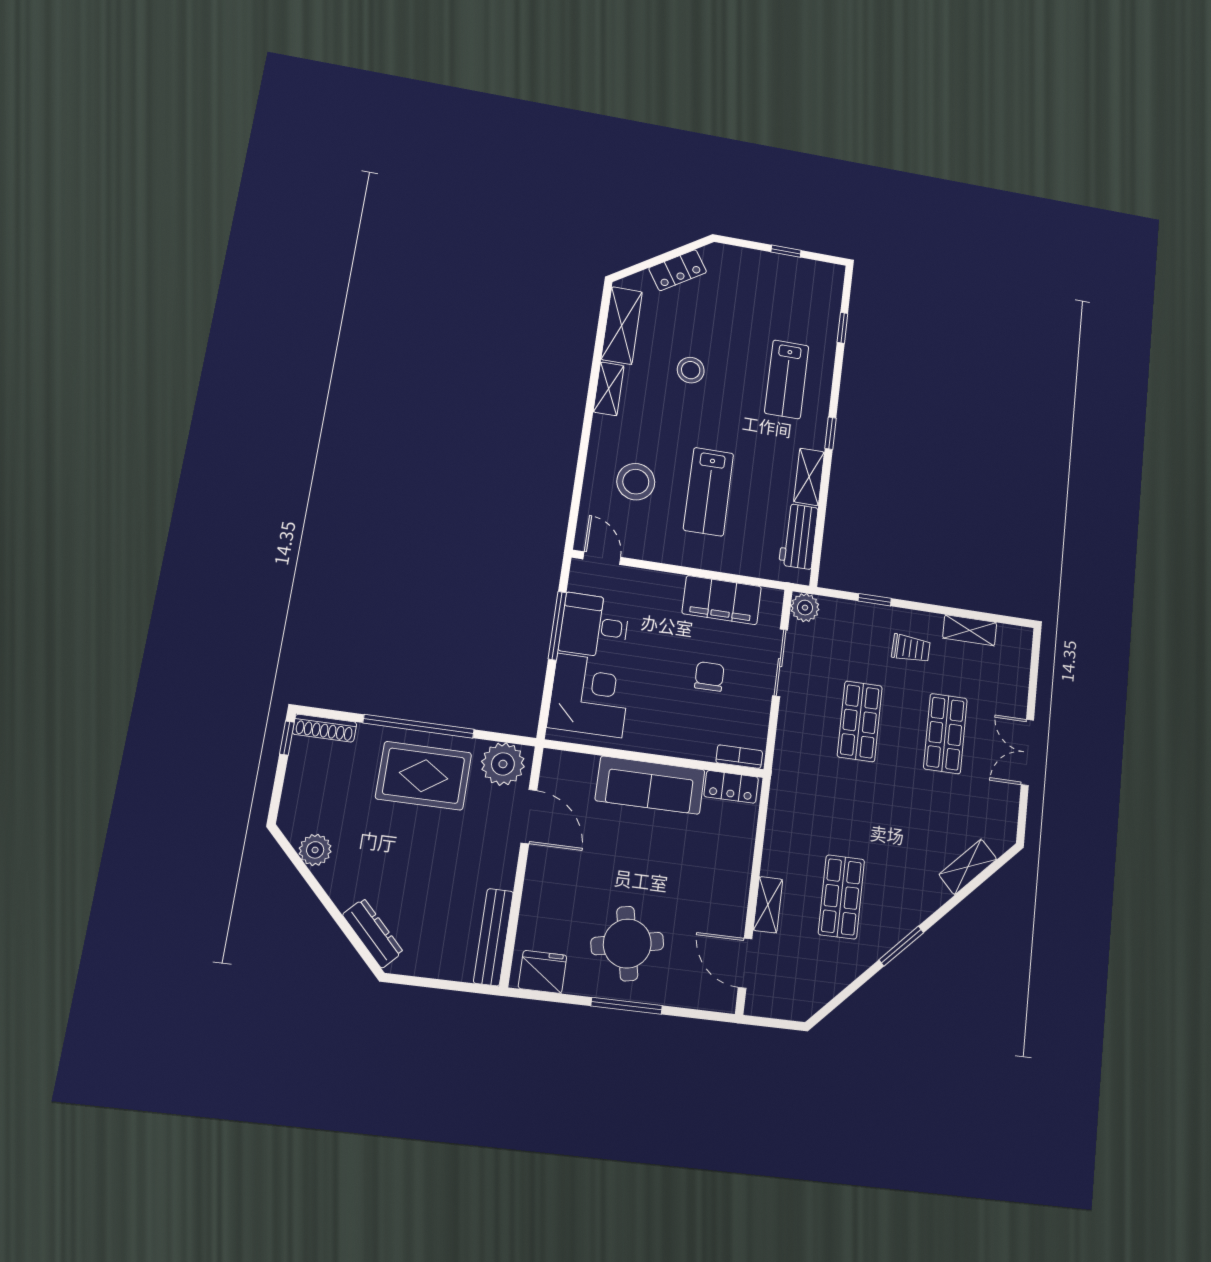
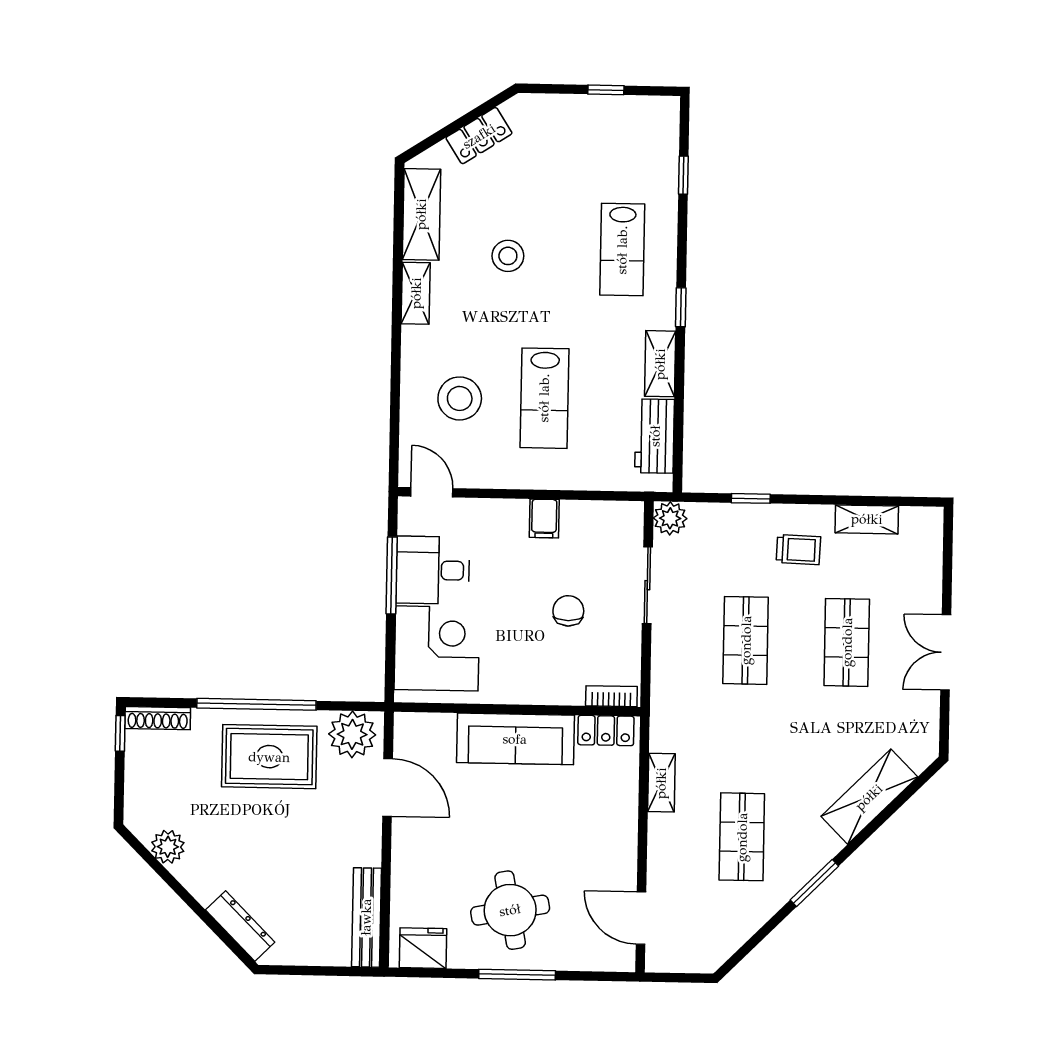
filing cabinet: (722, 600) -> (544, 518), width x0.33, depth x0.86
shelving: (968, 867) -> (869, 797), width x1.50, depth x1.33
shelving: (768, 905) -> (661, 783), moved

